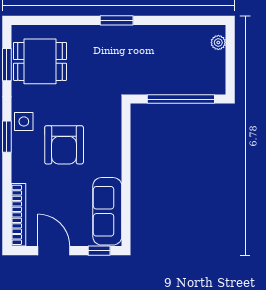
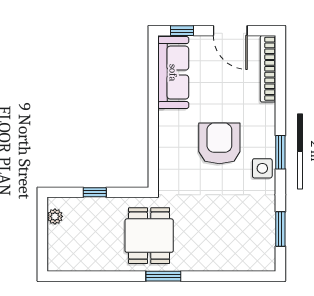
plant: (218, 43) -> (55, 216), moved
dining table: (40, 61) -> (149, 236), moved, turned 90
window: (181, 99) -> (95, 192), width x0.32

